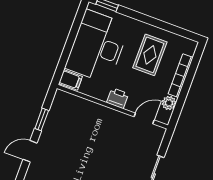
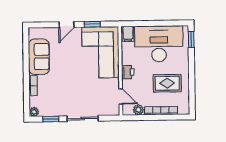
corner sofa: (80, 122) -> (101, 52), added
door: (30, 151) -> (67, 25), swing flipped

